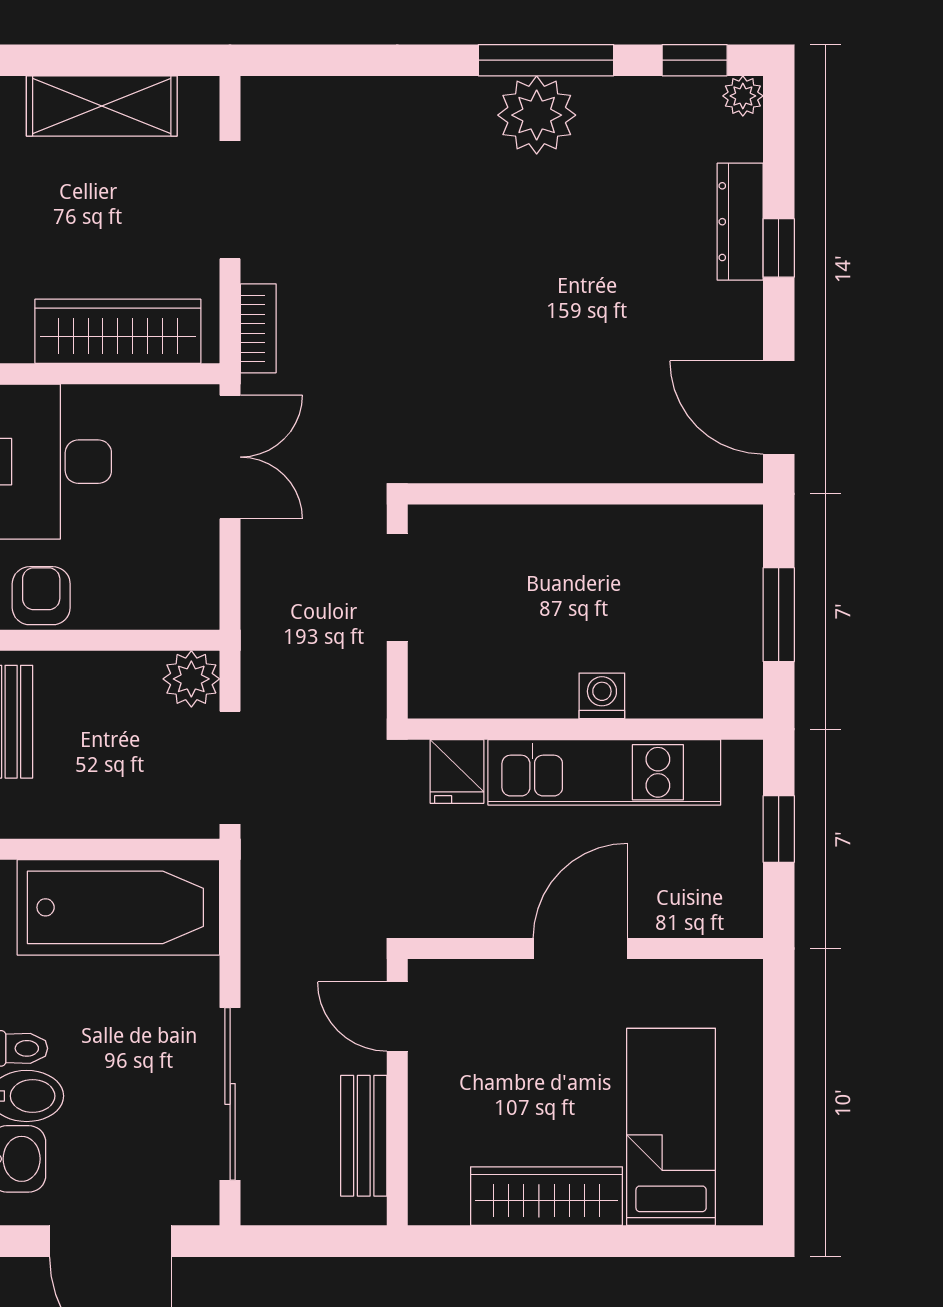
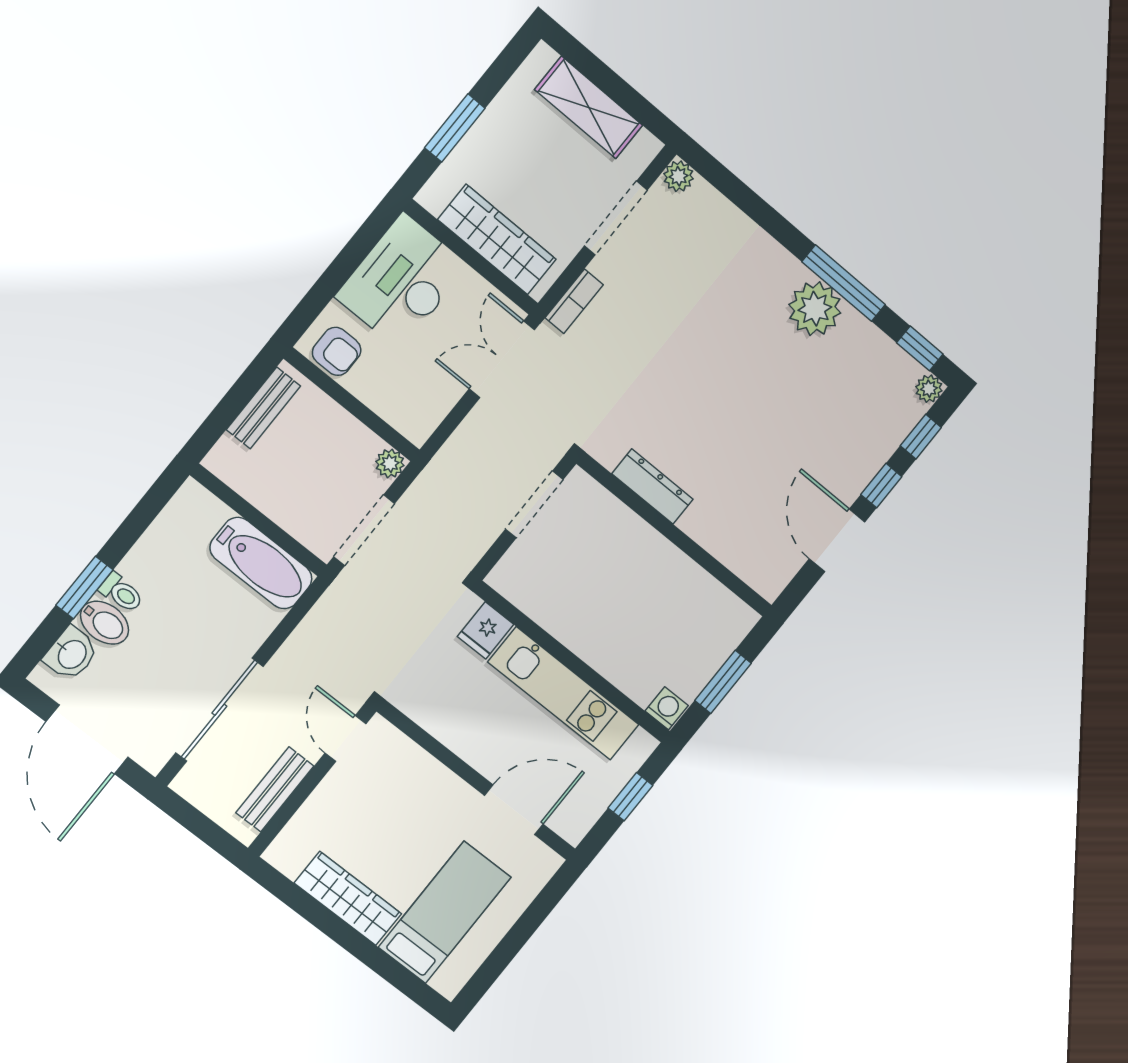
plant: (262, 98) -> (678, 176), added
window: (779, 157) -> (921, 437), added
dresser: (740, 222) -> (652, 487), moved, turned 90
door: (779, 407) -> (837, 540), moved
double door: (230, 457) -> (502, 359), swing flipped
armchair: (41, 596) -> (337, 351), turned 90
plant: (191, 679) -> (390, 463), width x0.73, depth x0.73
washing machine: (602, 696) -> (667, 708), moved
bathtub: (118, 907) -> (261, 563), width x0.73, depth x0.73
door: (581, 949) -> (514, 810), moved

